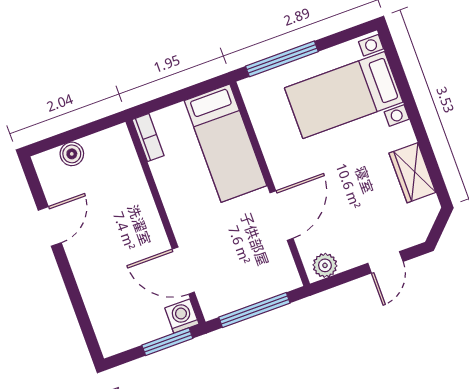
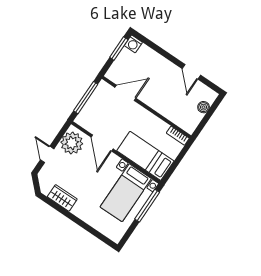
bed with nightstands: (344, 95) -> (126, 193), moved, turned 180
plant: (325, 265) -> (72, 143), width x1.88, depth x1.88
washing machine: (182, 316) -> (133, 44), moved, turned 90
window: (167, 342) -> (119, 48), moved

